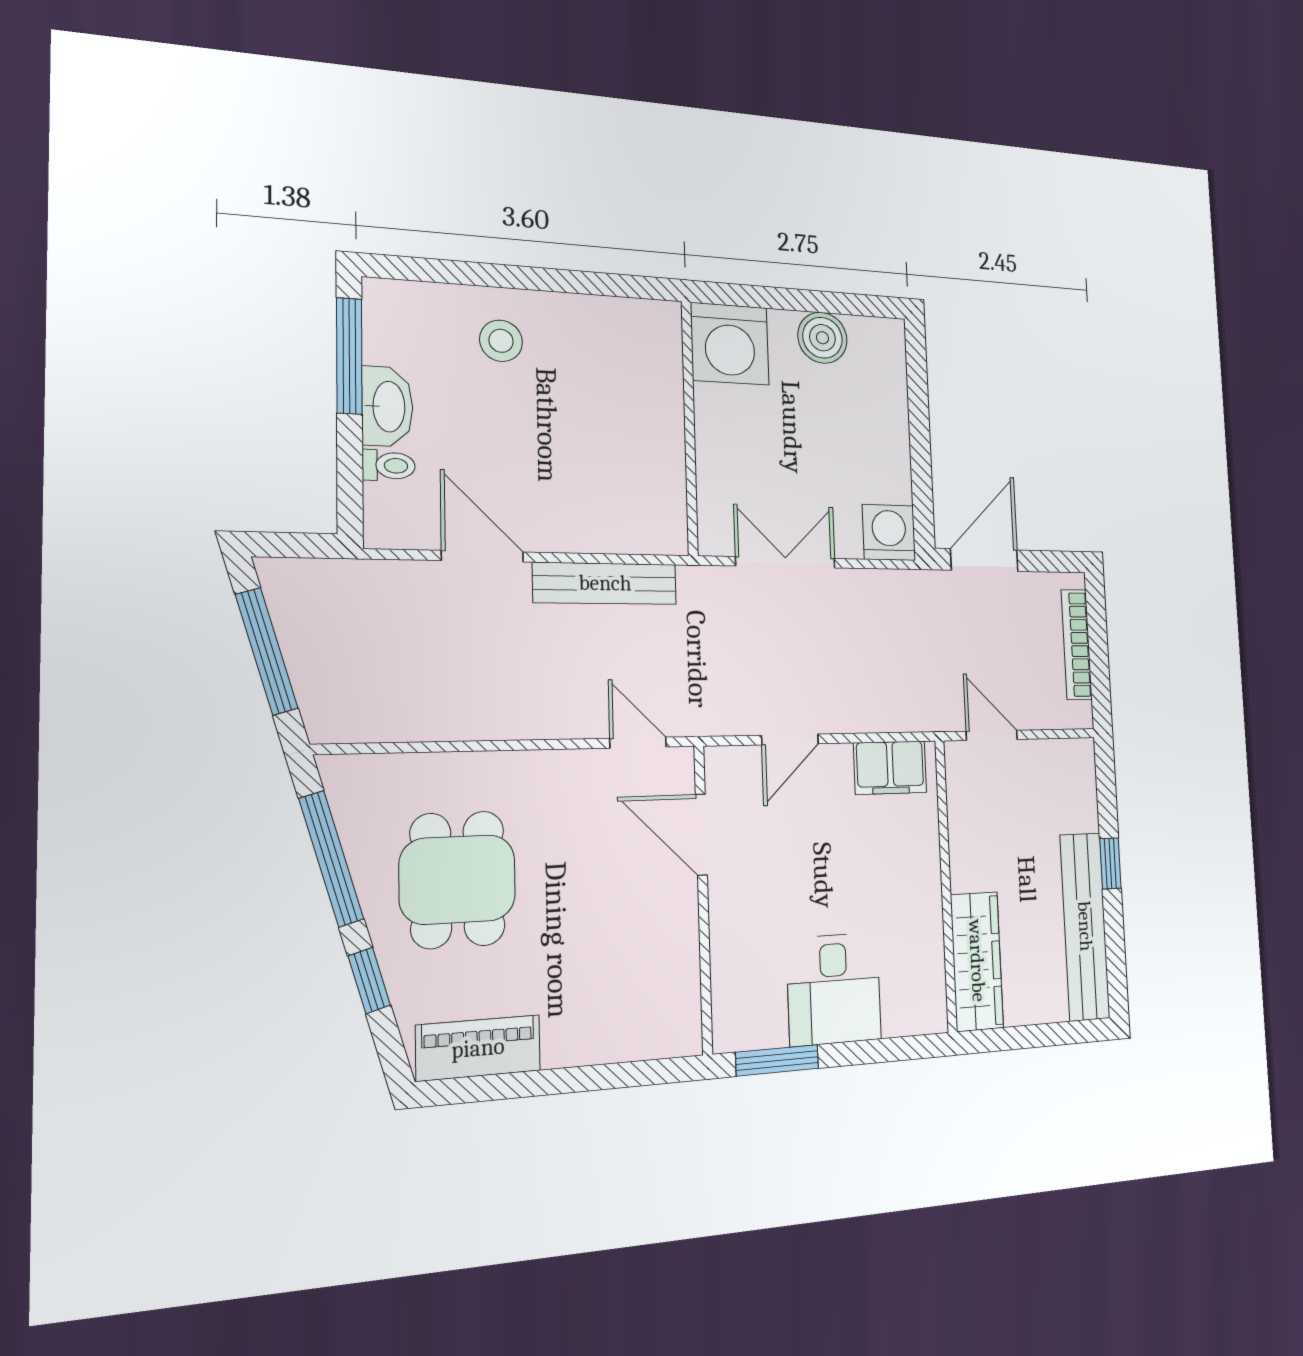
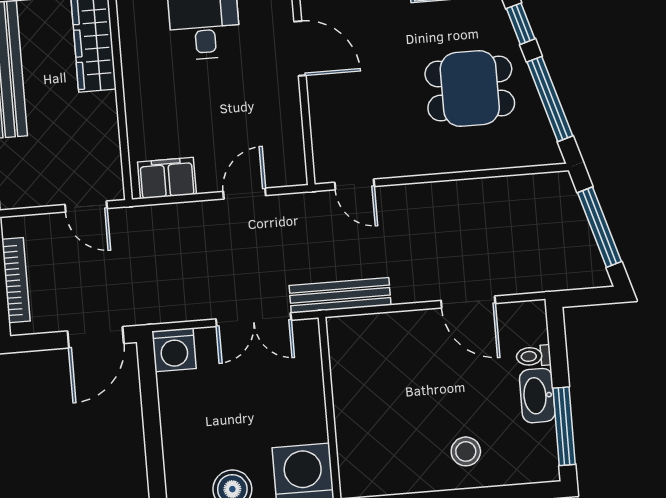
bench: (605, 583) -> (340, 295), moved
door: (701, 835) -> (300, 48), moved
dining table: (457, 880) -> (470, 88), turned 90

